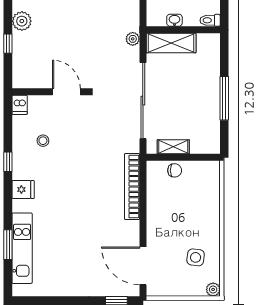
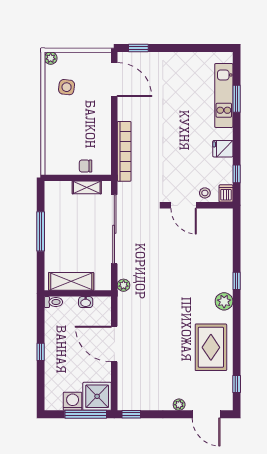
shelving: (171, 43) -> (71, 281), moved
wall: (49, 92) -> (199, 205), moved
door: (66, 92) -> (184, 205), moved
dishwasher: (20, 105) -> (226, 193), moved

